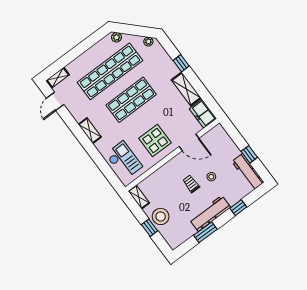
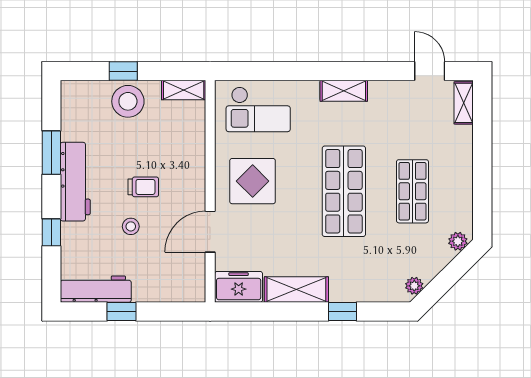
shop shelf: (110, 71) -> (412, 191), width x0.50, depth x0.74

